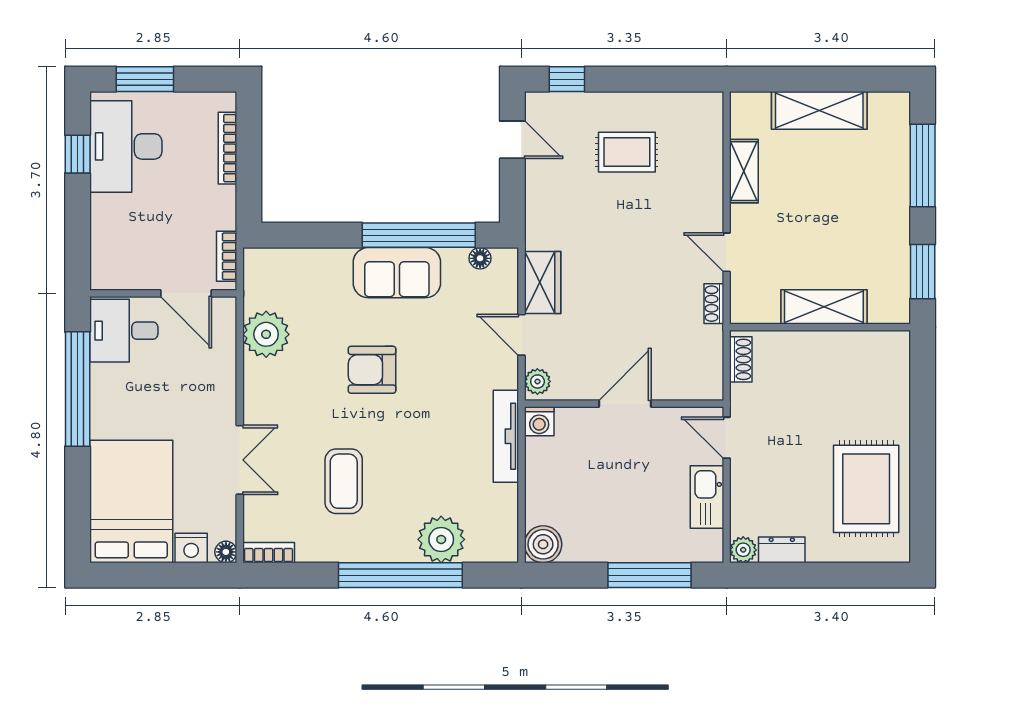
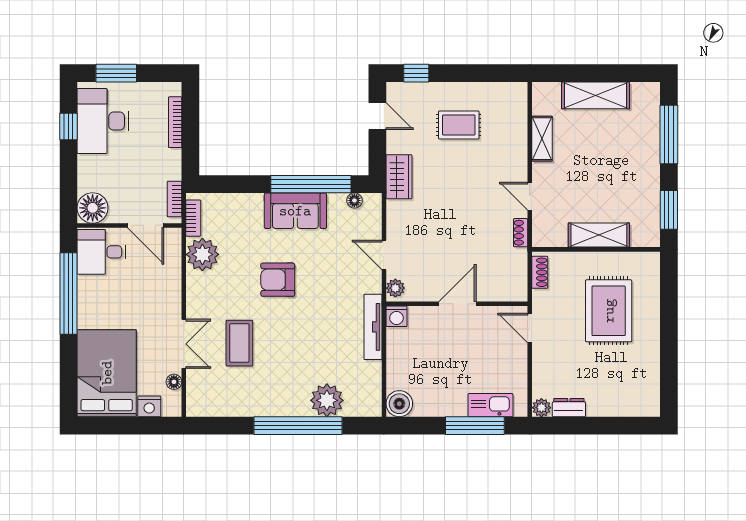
floor lamp: (111, 269) -> (93, 208), added
wardrobe: (543, 282) -> (399, 177), moved
coffee table: (344, 481) -> (239, 343), moved
rug: (866, 489) -> (609, 311), moved
kitchen sink: (707, 497) -> (490, 405), moved, turned 90
floor lamp: (226, 552) -> (174, 382), moved
bookcase: (269, 553) -> (193, 218), moved, turned 90

